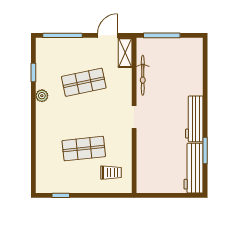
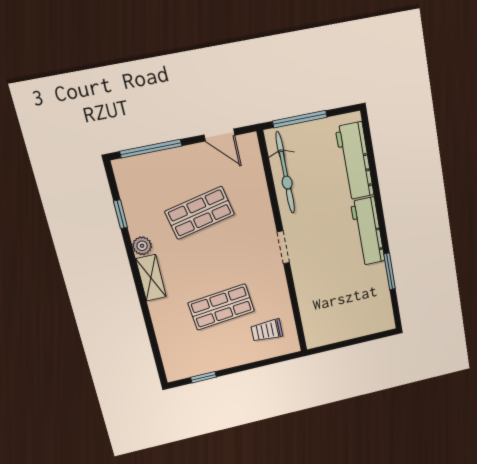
door: (108, 35) -> (219, 135), swing flipped
shelving: (125, 53) -> (151, 278), moved
bicycle: (143, 75) -> (285, 173), width x1.37, depth x1.40
workbench: (194, 168) -> (355, 161), moved
trolley: (111, 173) -> (267, 331), turned 180

